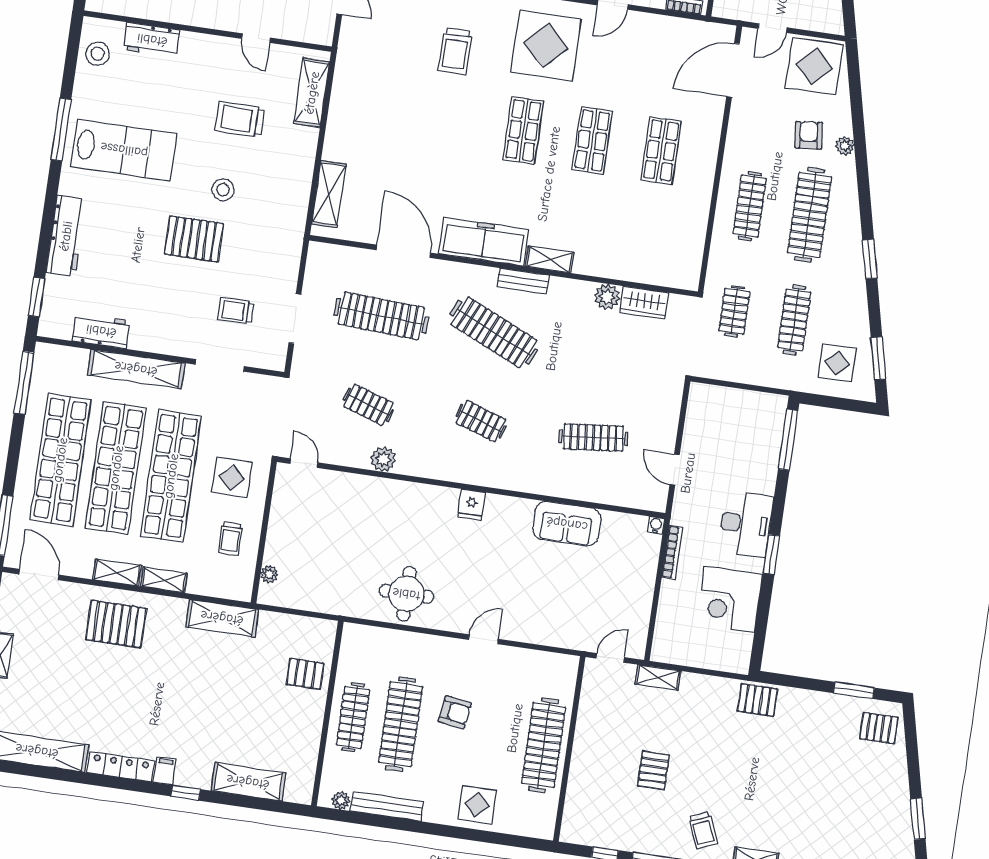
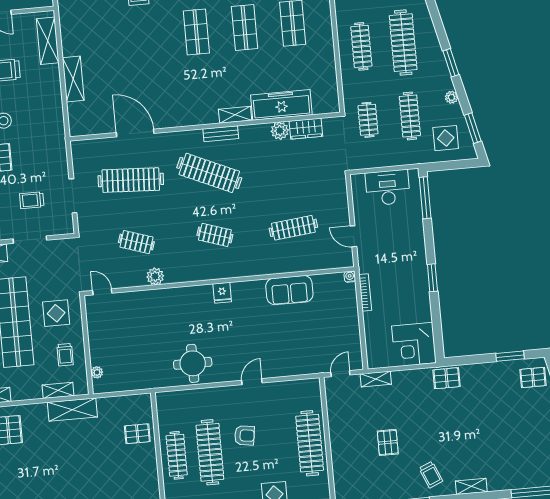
shelving: (329, 194) -> (73, 79), moved
freezer: (484, 242) -> (281, 105), moved
plant: (859, 308) -> (451, 97), added
desk: (746, 524) -> (388, 188), moved, turned -90
shelving: (164, 580) -> (58, 390), moved
corner desk: (729, 599) -> (414, 344), moved

